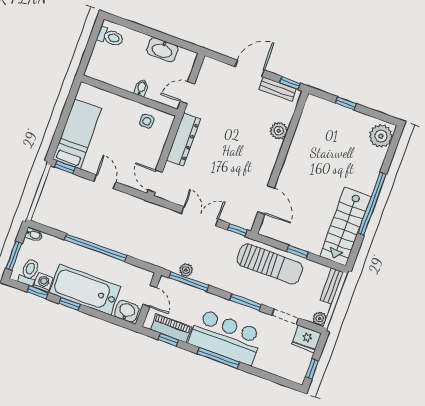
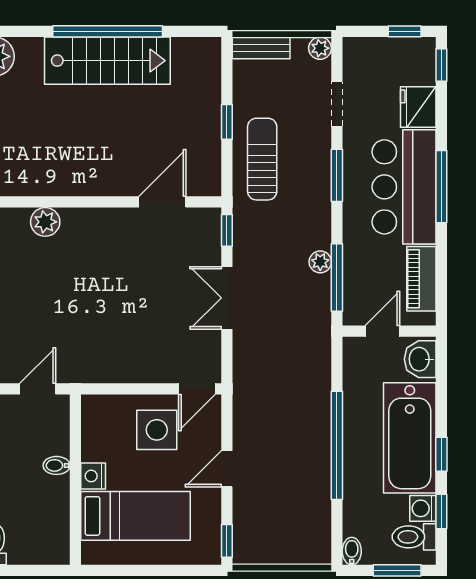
door: (187, 93) -> (38, 389), swing flipped
nightstand: (128, 106) -> (93, 476), added
side table: (147, 121) -> (157, 430), moved, width x1.87, depth x1.87
bed: (77, 134) -> (136, 516), moved, turned 180
dresser: (183, 140) -> (115, 368), removed
stairs: (345, 226) -> (107, 61), moved
sun lounger: (270, 264) -> (262, 159), width x0.73, depth x0.75
plant: (186, 270) -> (320, 262), moved
fridge: (307, 339) -> (418, 107), moved, turned 180
window: (168, 340) -> (441, 65), moved

